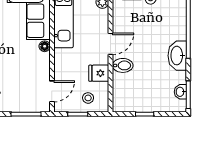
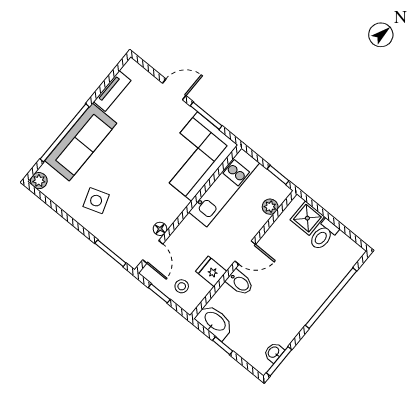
floor lamp: (45, 46) -> (160, 229), moved
washbasin: (177, 56) -> (215, 322), moved, turned 90
door: (52, 91) -> (153, 252), hinge flipped

